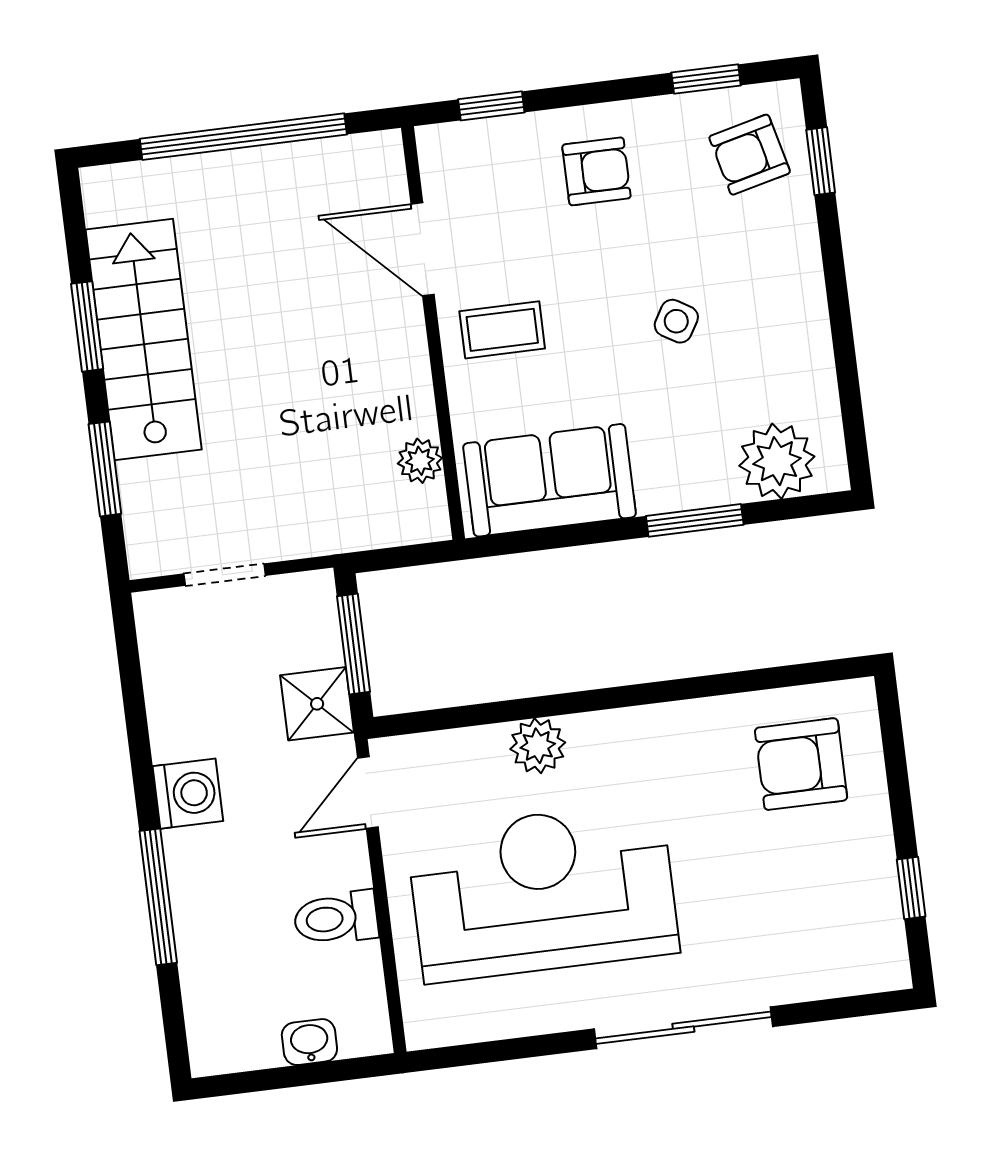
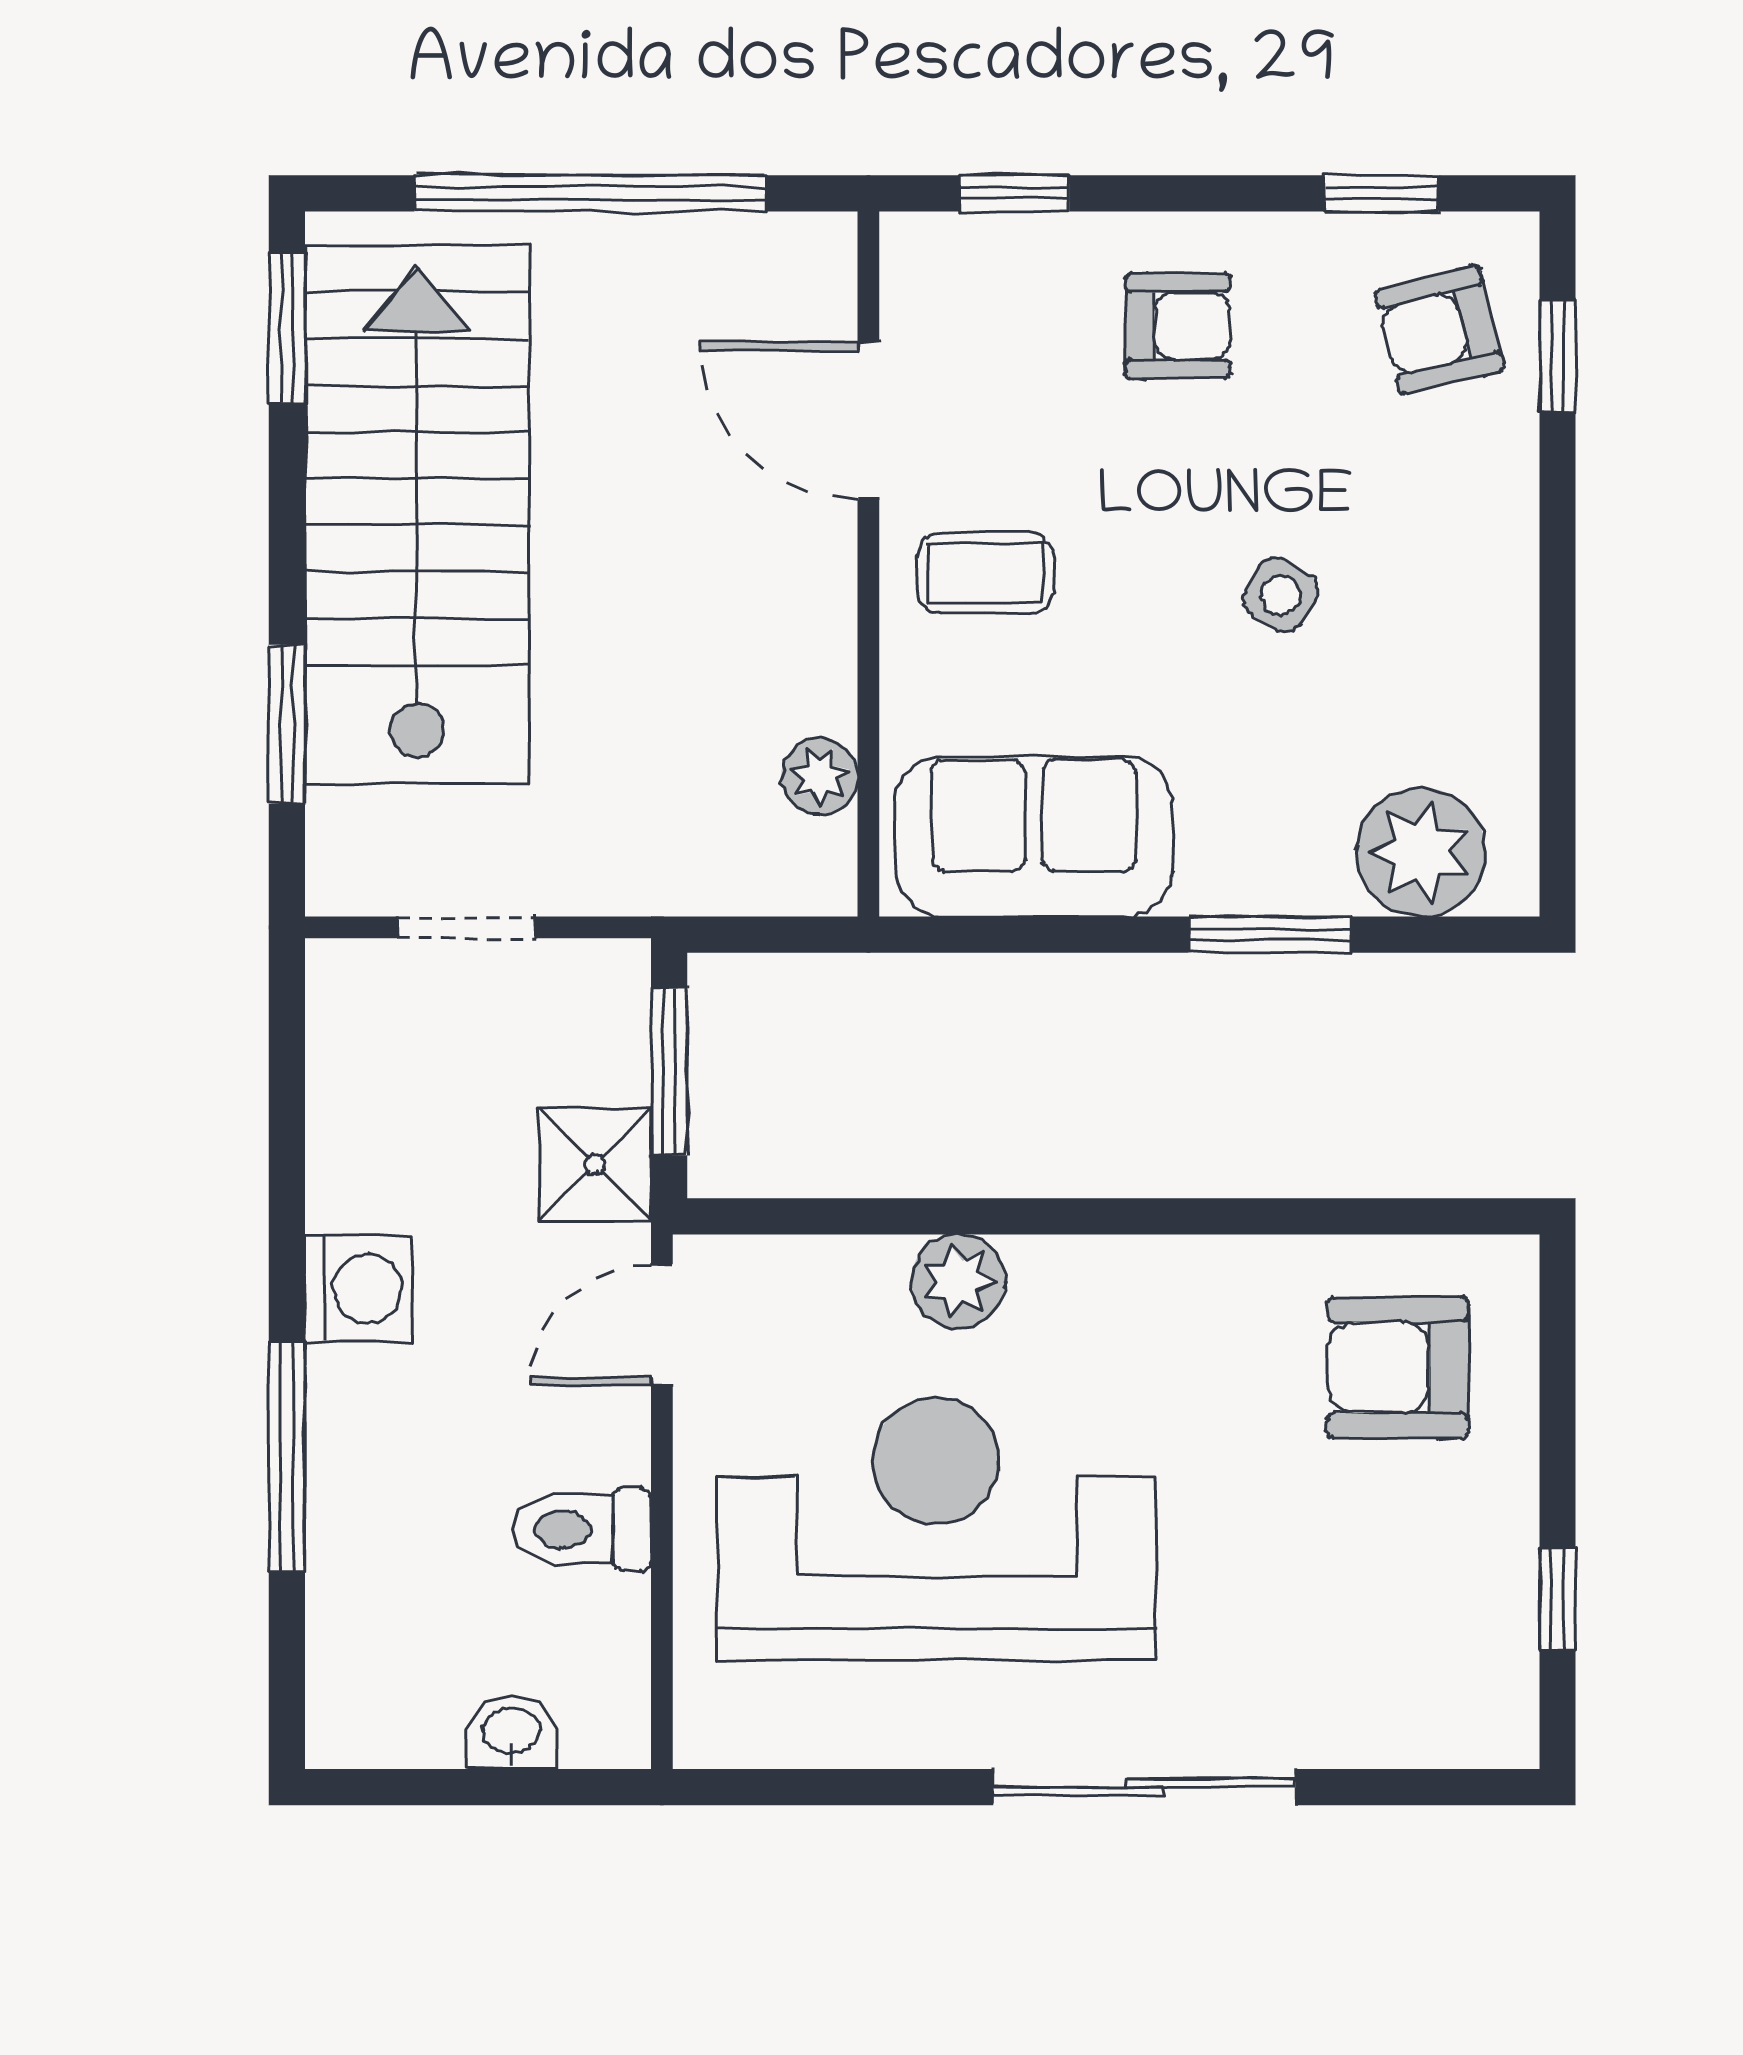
window: (87, 326) -> (287, 328), moved
stairs: (144, 340) -> (417, 514), width x1.36, depth x1.51

